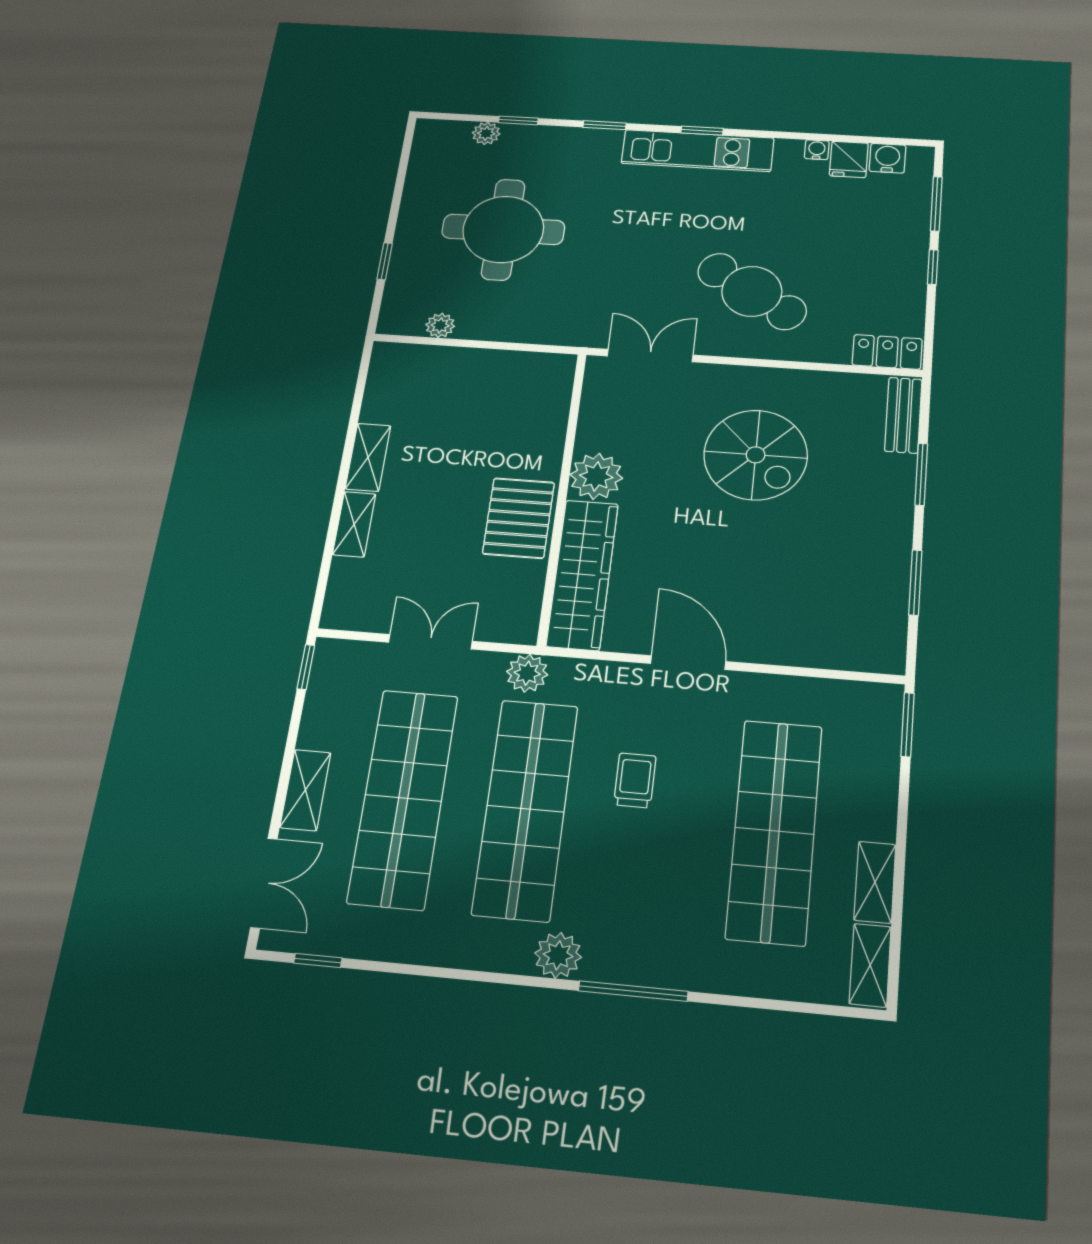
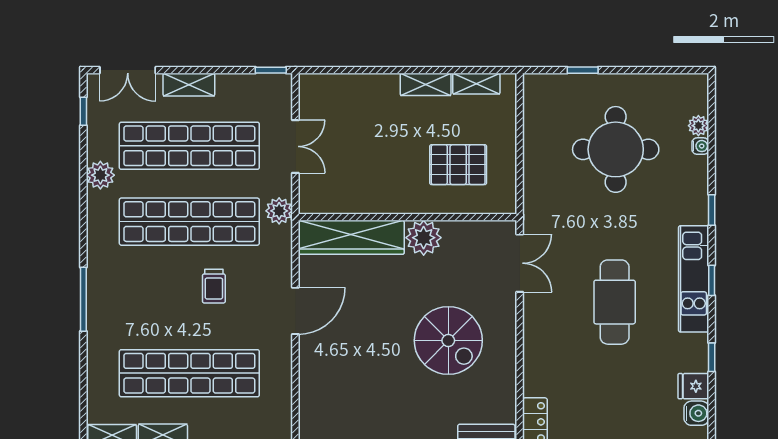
window: (518, 120) -> (712, 357), moved
water cooler: (817, 150) -> (700, 146), moved
cafe table: (752, 291) -> (615, 302), moved, turned -32
plant: (440, 325) -> (533, 117), removed
spiral stairs: (756, 455) -> (448, 340), turned -90
pallet: (519, 518) -> (458, 165), moved
shelving: (354, 524) -> (476, 84), moved
trolley: (635, 780) -> (214, 286), turned 90
plant: (558, 955) -> (100, 175), moved

